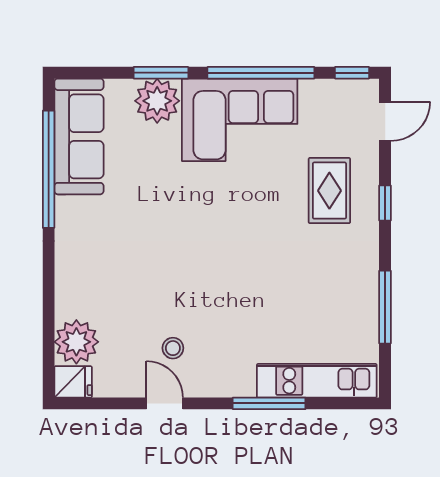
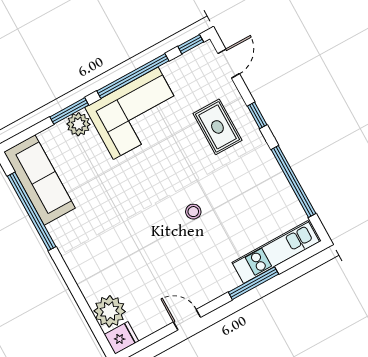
plant: (157, 101) -> (78, 124), width x0.73, depth x0.73
window: (385, 307) -> (293, 181), width x1.46
stool: (173, 348) -> (193, 212), moved

